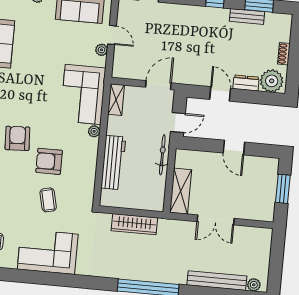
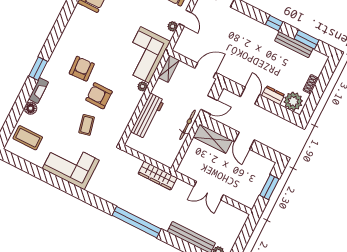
bench: (247, 16) -> (294, 45), width x1.36
shelving: (181, 191) -> (213, 139), moved, turned 90
wardrobe: (134, 224) -> (158, 176), moved

